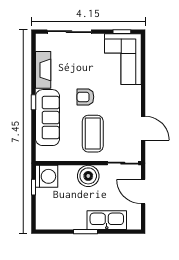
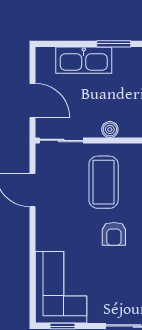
armchair: (85, 97) -> (114, 234), turned 90
boiler: (88, 176) -> (110, 129), width x0.54, depth x0.54

